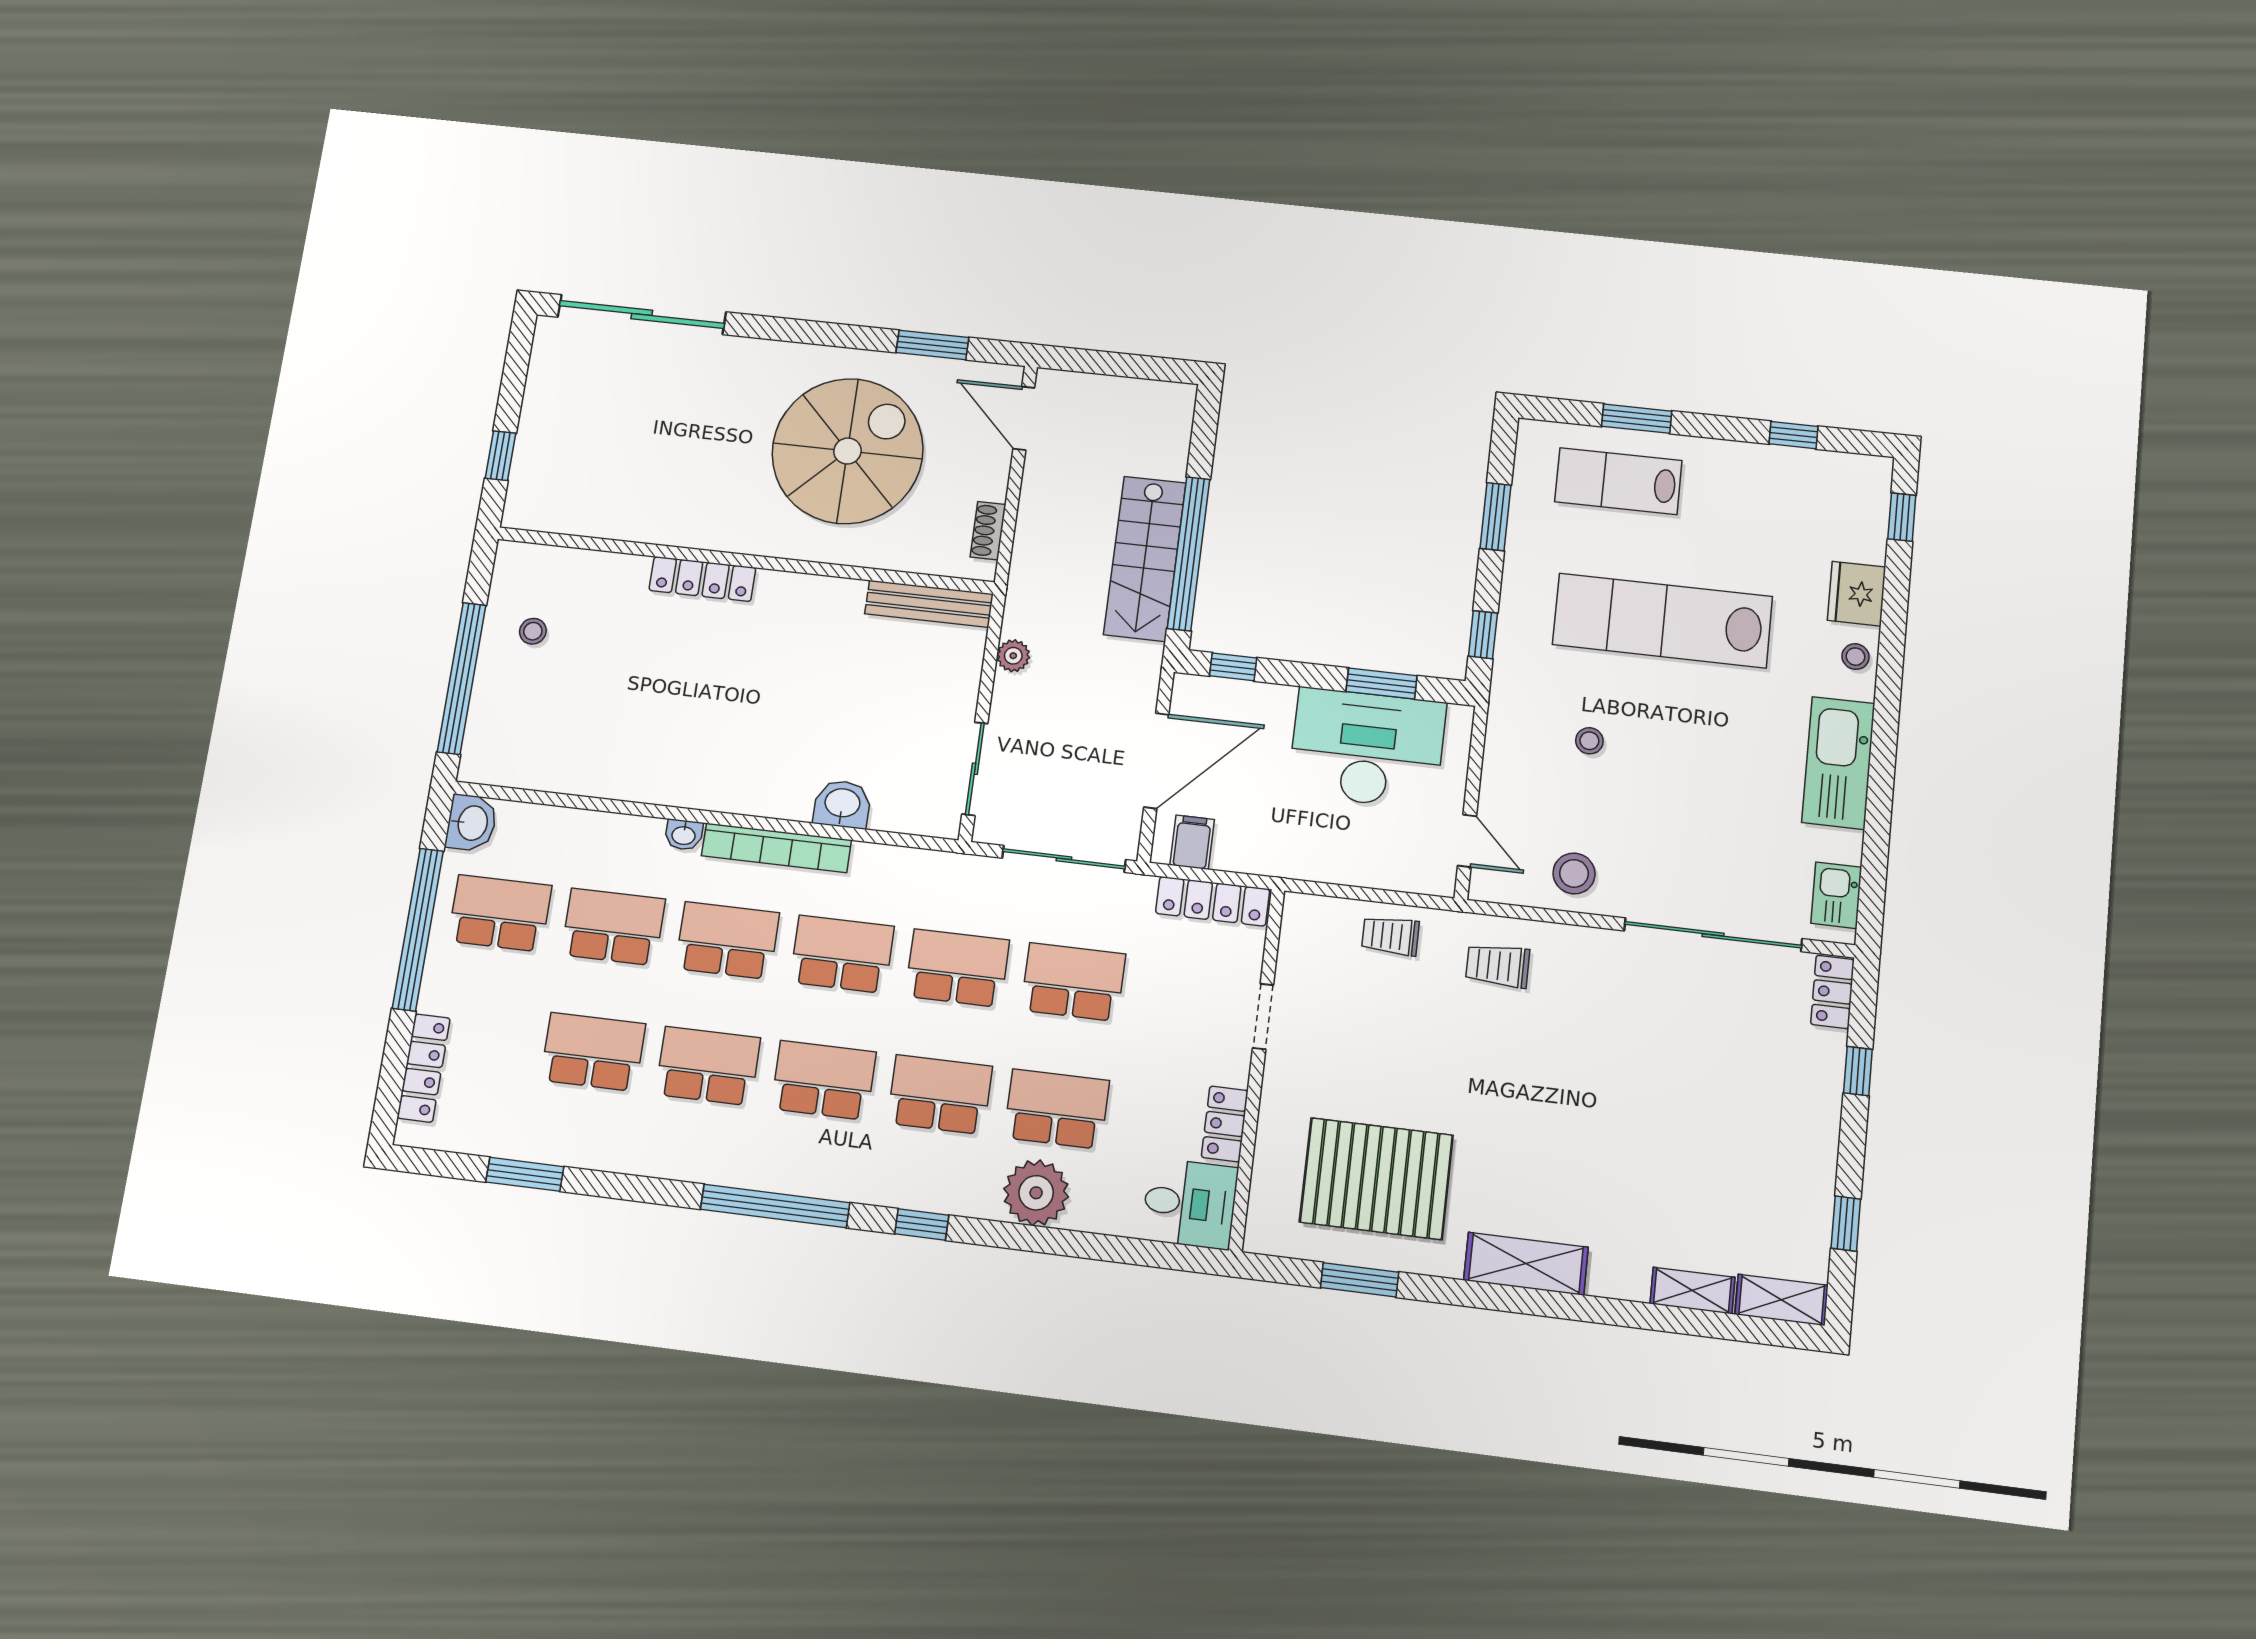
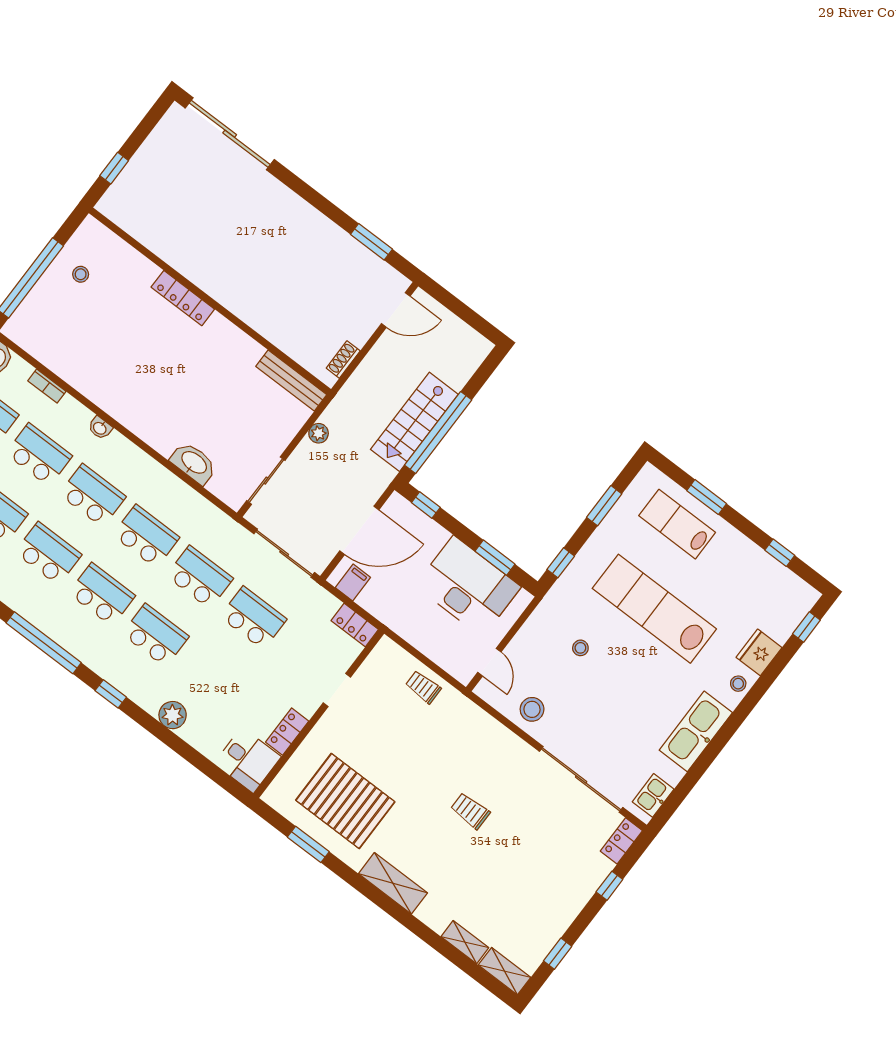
door: (1024, 418) -> (396, 310), swing flipped
spiral stairs: (847, 451) -> (295, 273), removed
washbasin: (842, 804) -> (194, 463), width x1.38
bookcase: (776, 848) -> (47, 386), moved, width x0.43, depth x0.76
locker: (1213, 901) -> (355, 625), width x0.66
trolley: (1498, 966) -> (470, 811), moved
school desk: (1057, 1109) -> (209, 676), removed
plant: (1036, 1193) -> (173, 715), width x0.73, depth x0.73

